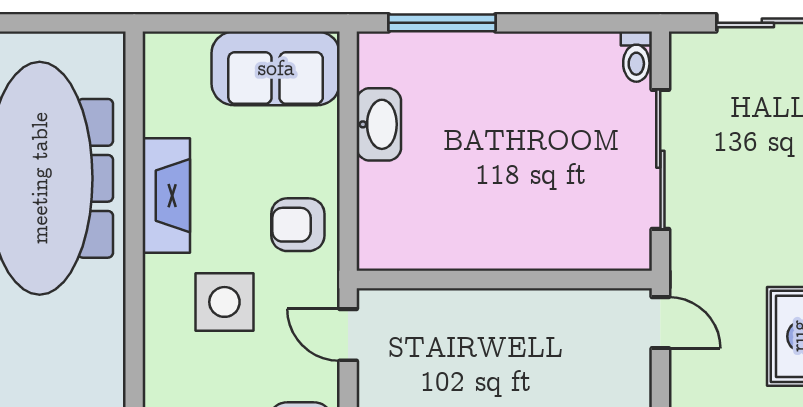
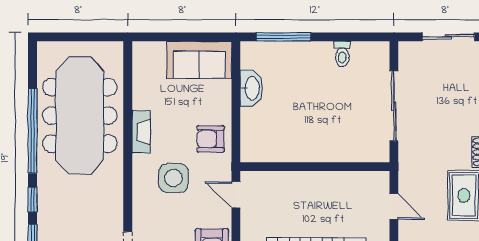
toilet: (636, 57) -> (342, 54), moved
fireplace: (166, 196) -> (141, 132), width x0.73, depth x0.76
door: (660, 323) -> (394, 206), moved

